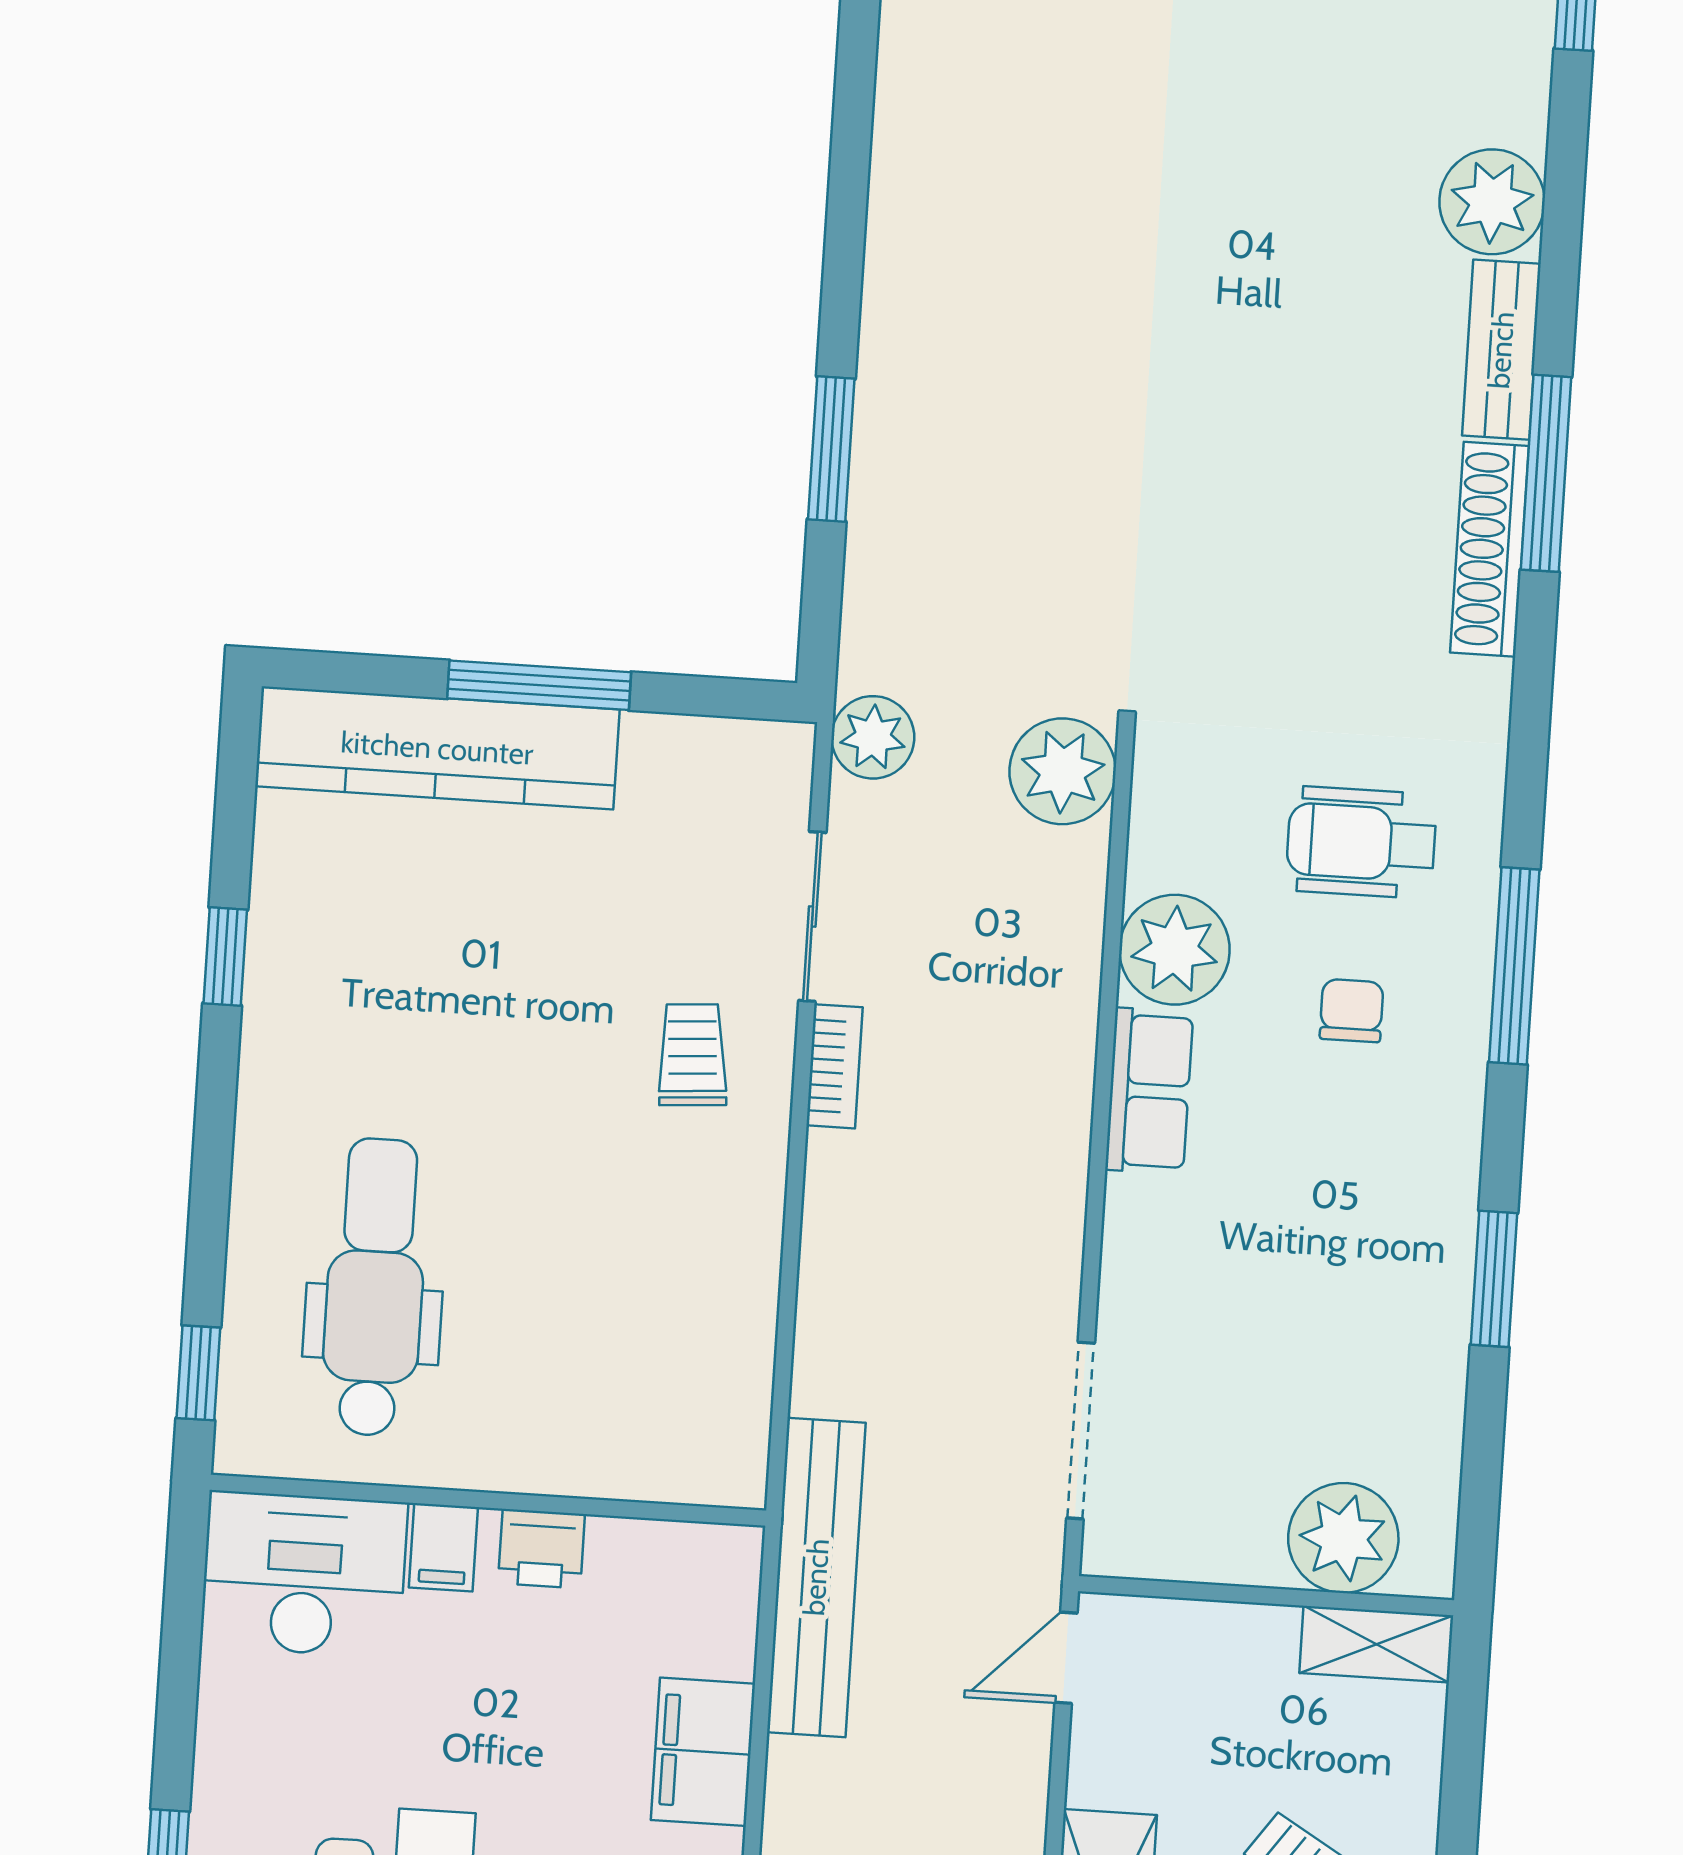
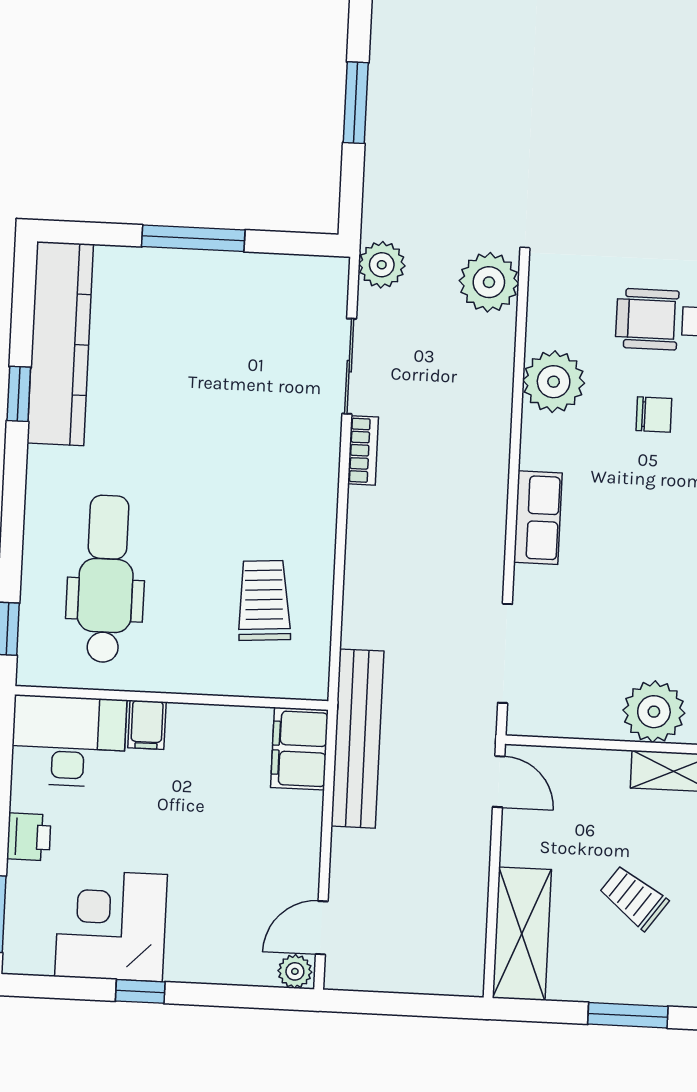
kitchen counter: (437, 748) -> (60, 344), moved, turned -90
chair: (1352, 1011) -> (654, 414), turned 90
trolley: (692, 1055) -> (264, 600), moved, width x1.36, depth x1.39
row of seats: (1149, 1091) -> (538, 518), moved
printer: (541, 1549) -> (29, 837), moved, turned -90
door: (1066, 1658) -> (499, 782), swing flipped
filing cabinet: (703, 1752) -> (299, 749), moved

